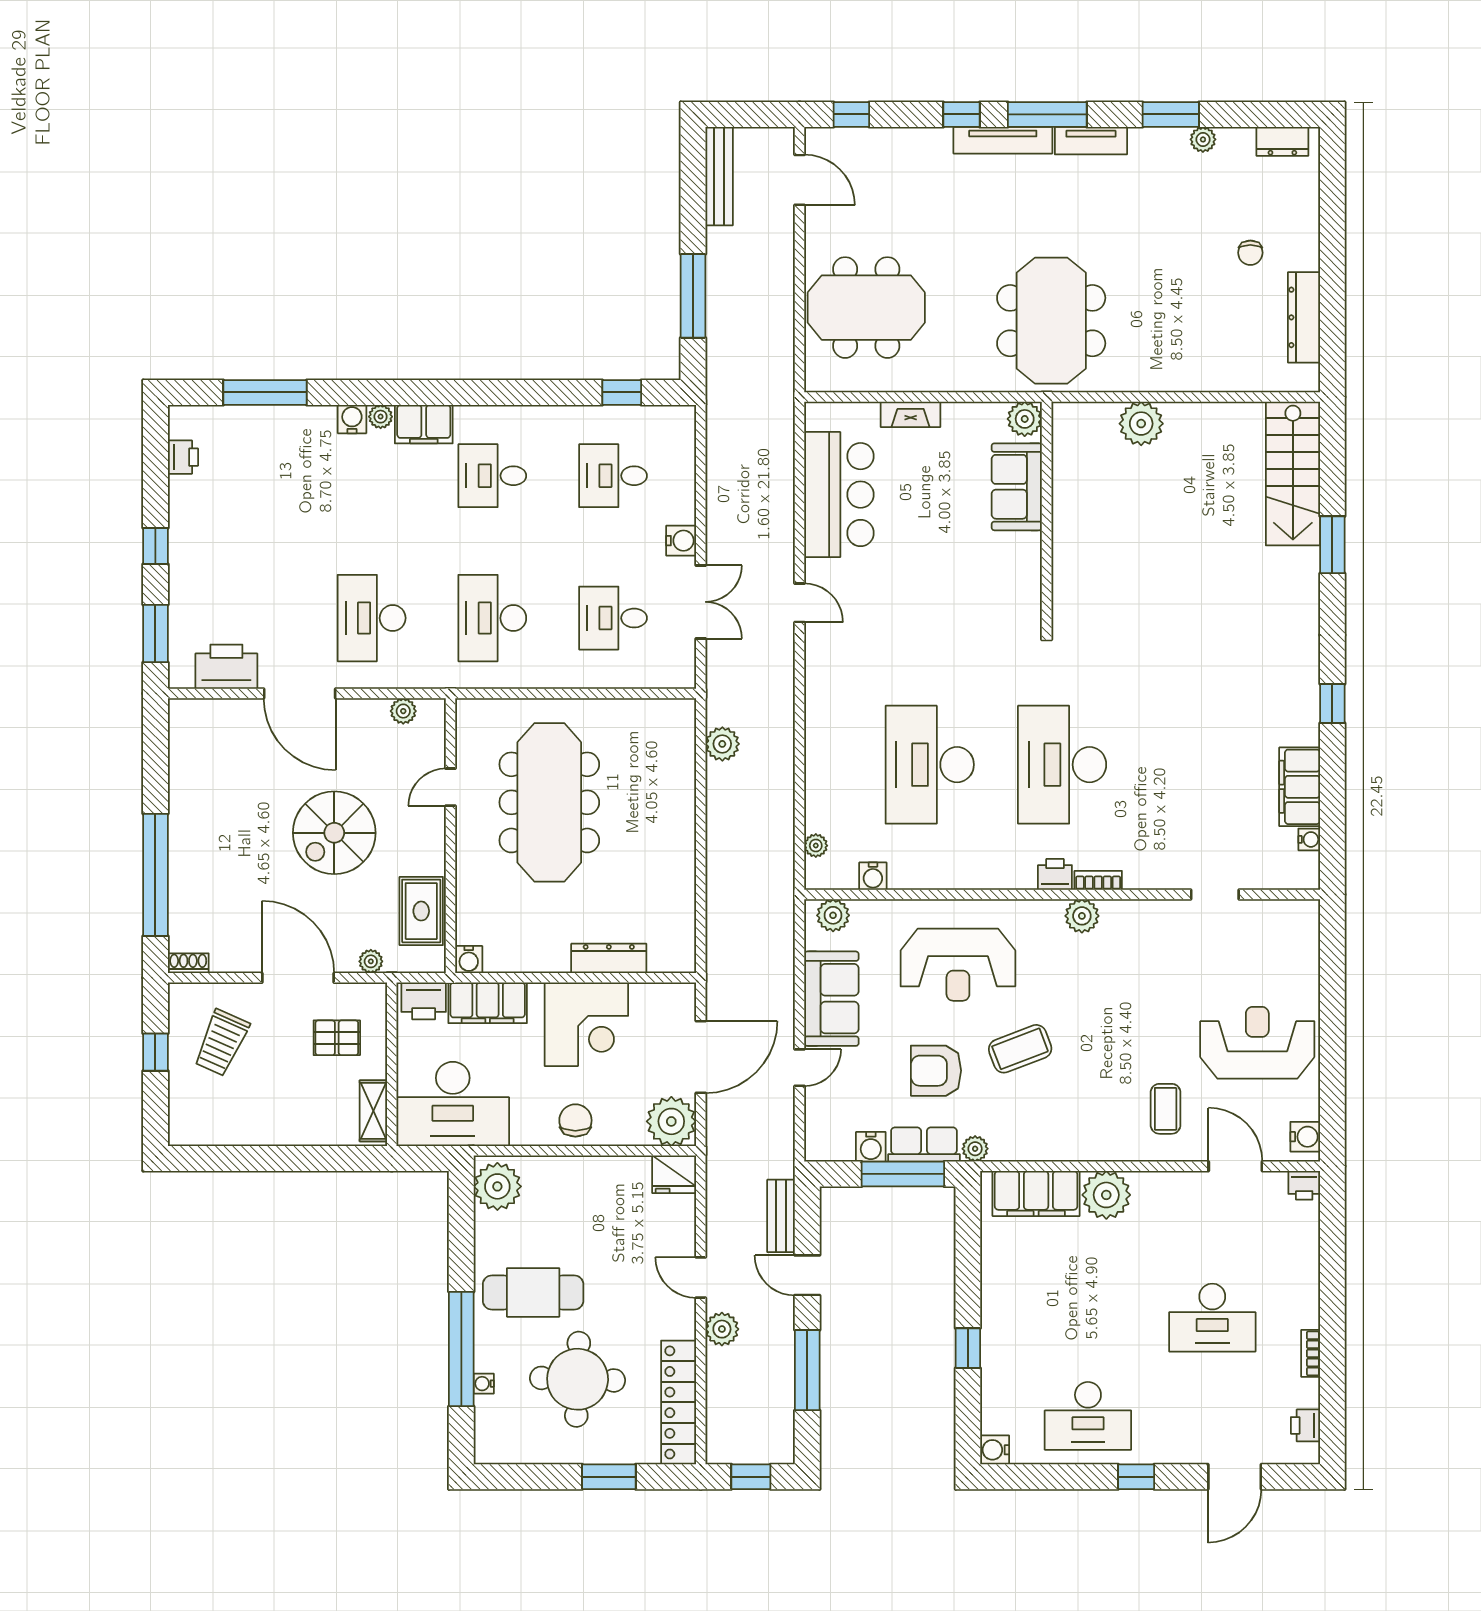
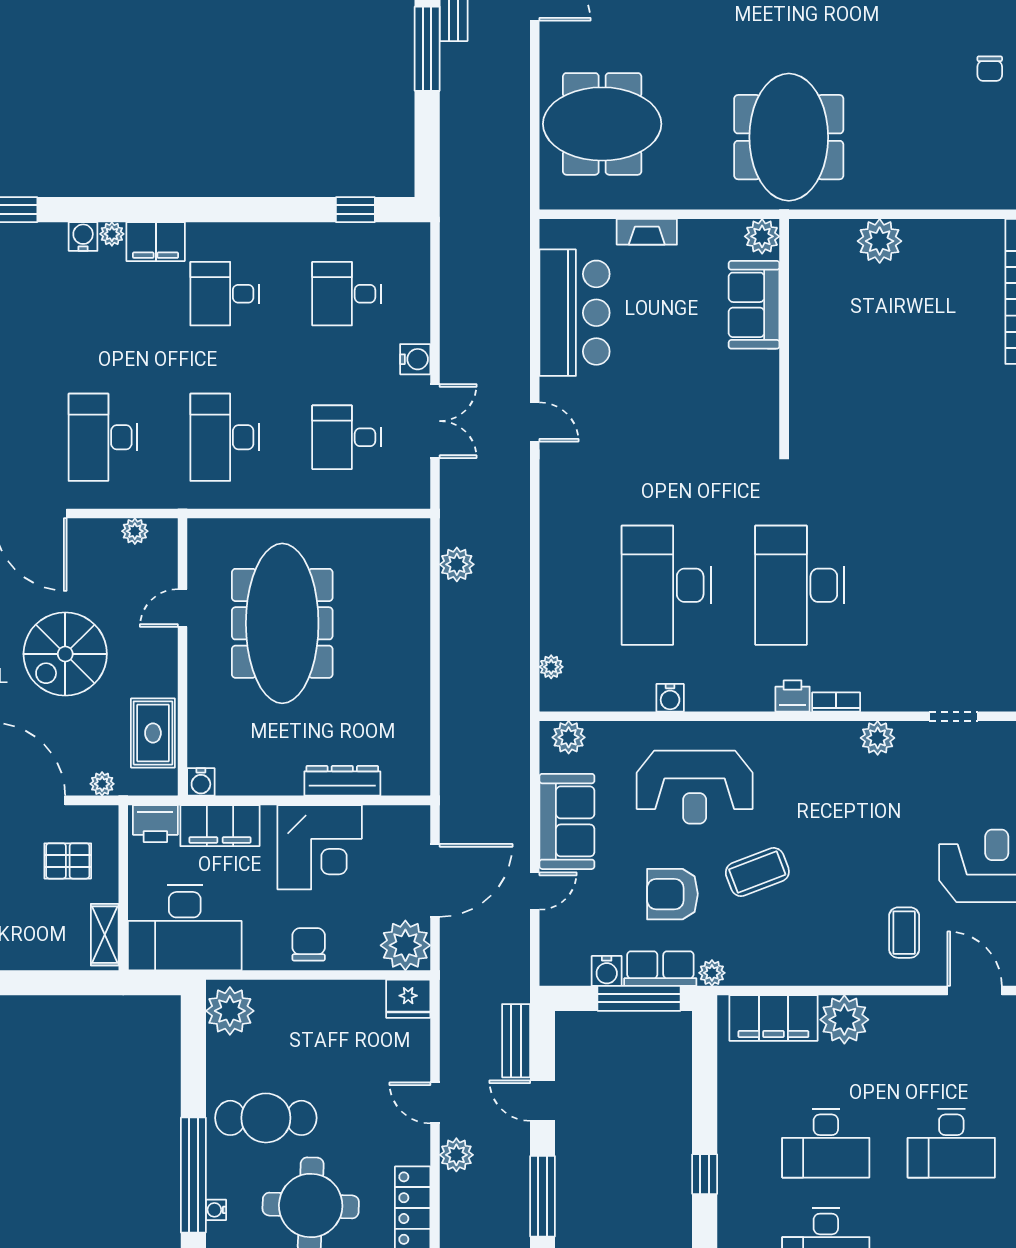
window: (693, 296) -> (427, 49), moved
water cooler: (873, 876) -> (670, 698), moved
plant: (1082, 916) -> (878, 738), moved
desk: (1088, 1318) -> (826, 1143), added

